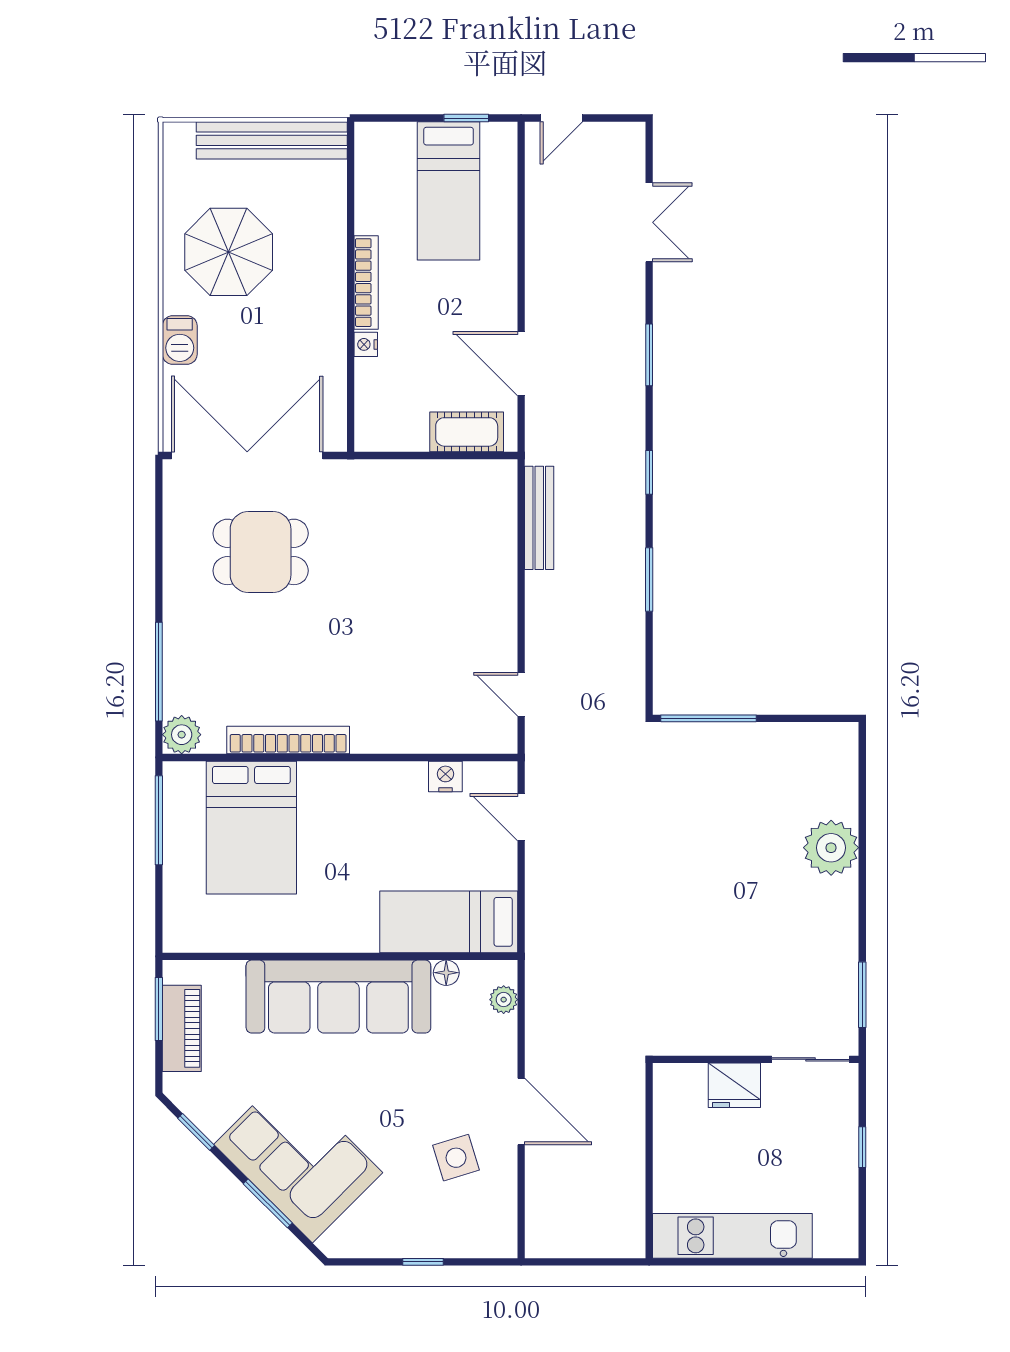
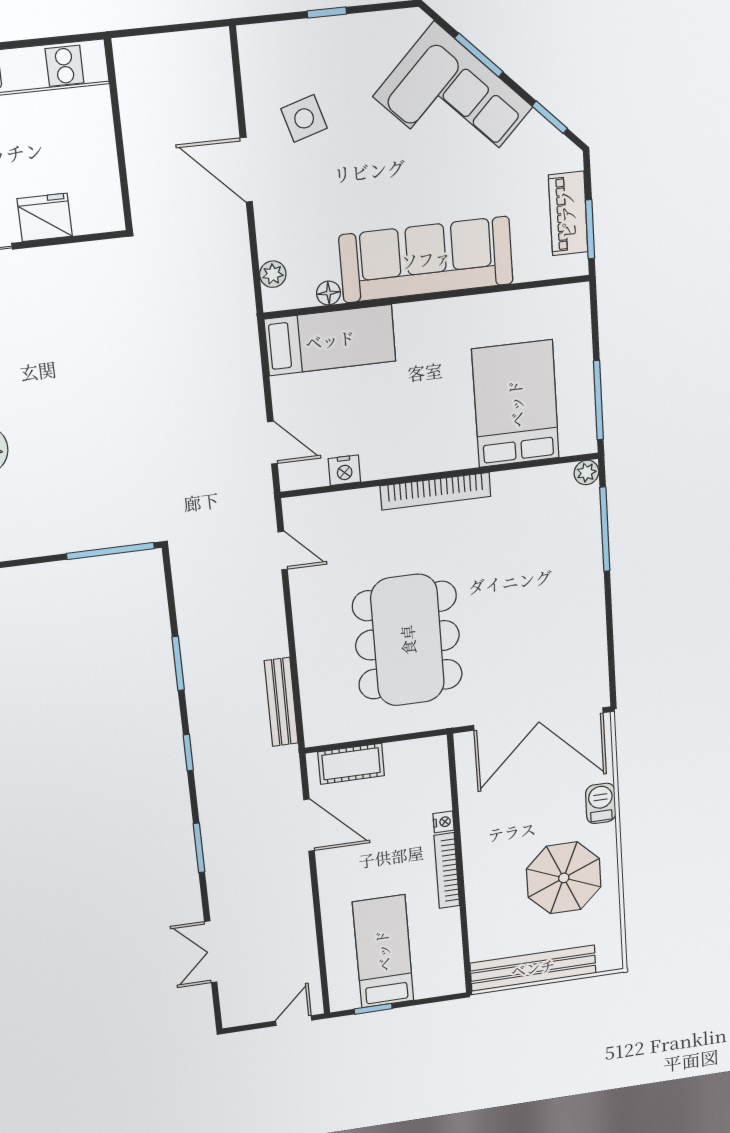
dining table: (261, 552) -> (408, 640), moved, width x1.88, depth x1.24
plant: (182, 735) -> (586, 472), width x0.73, depth x0.73
bookcase: (288, 740) -> (436, 491), moved

